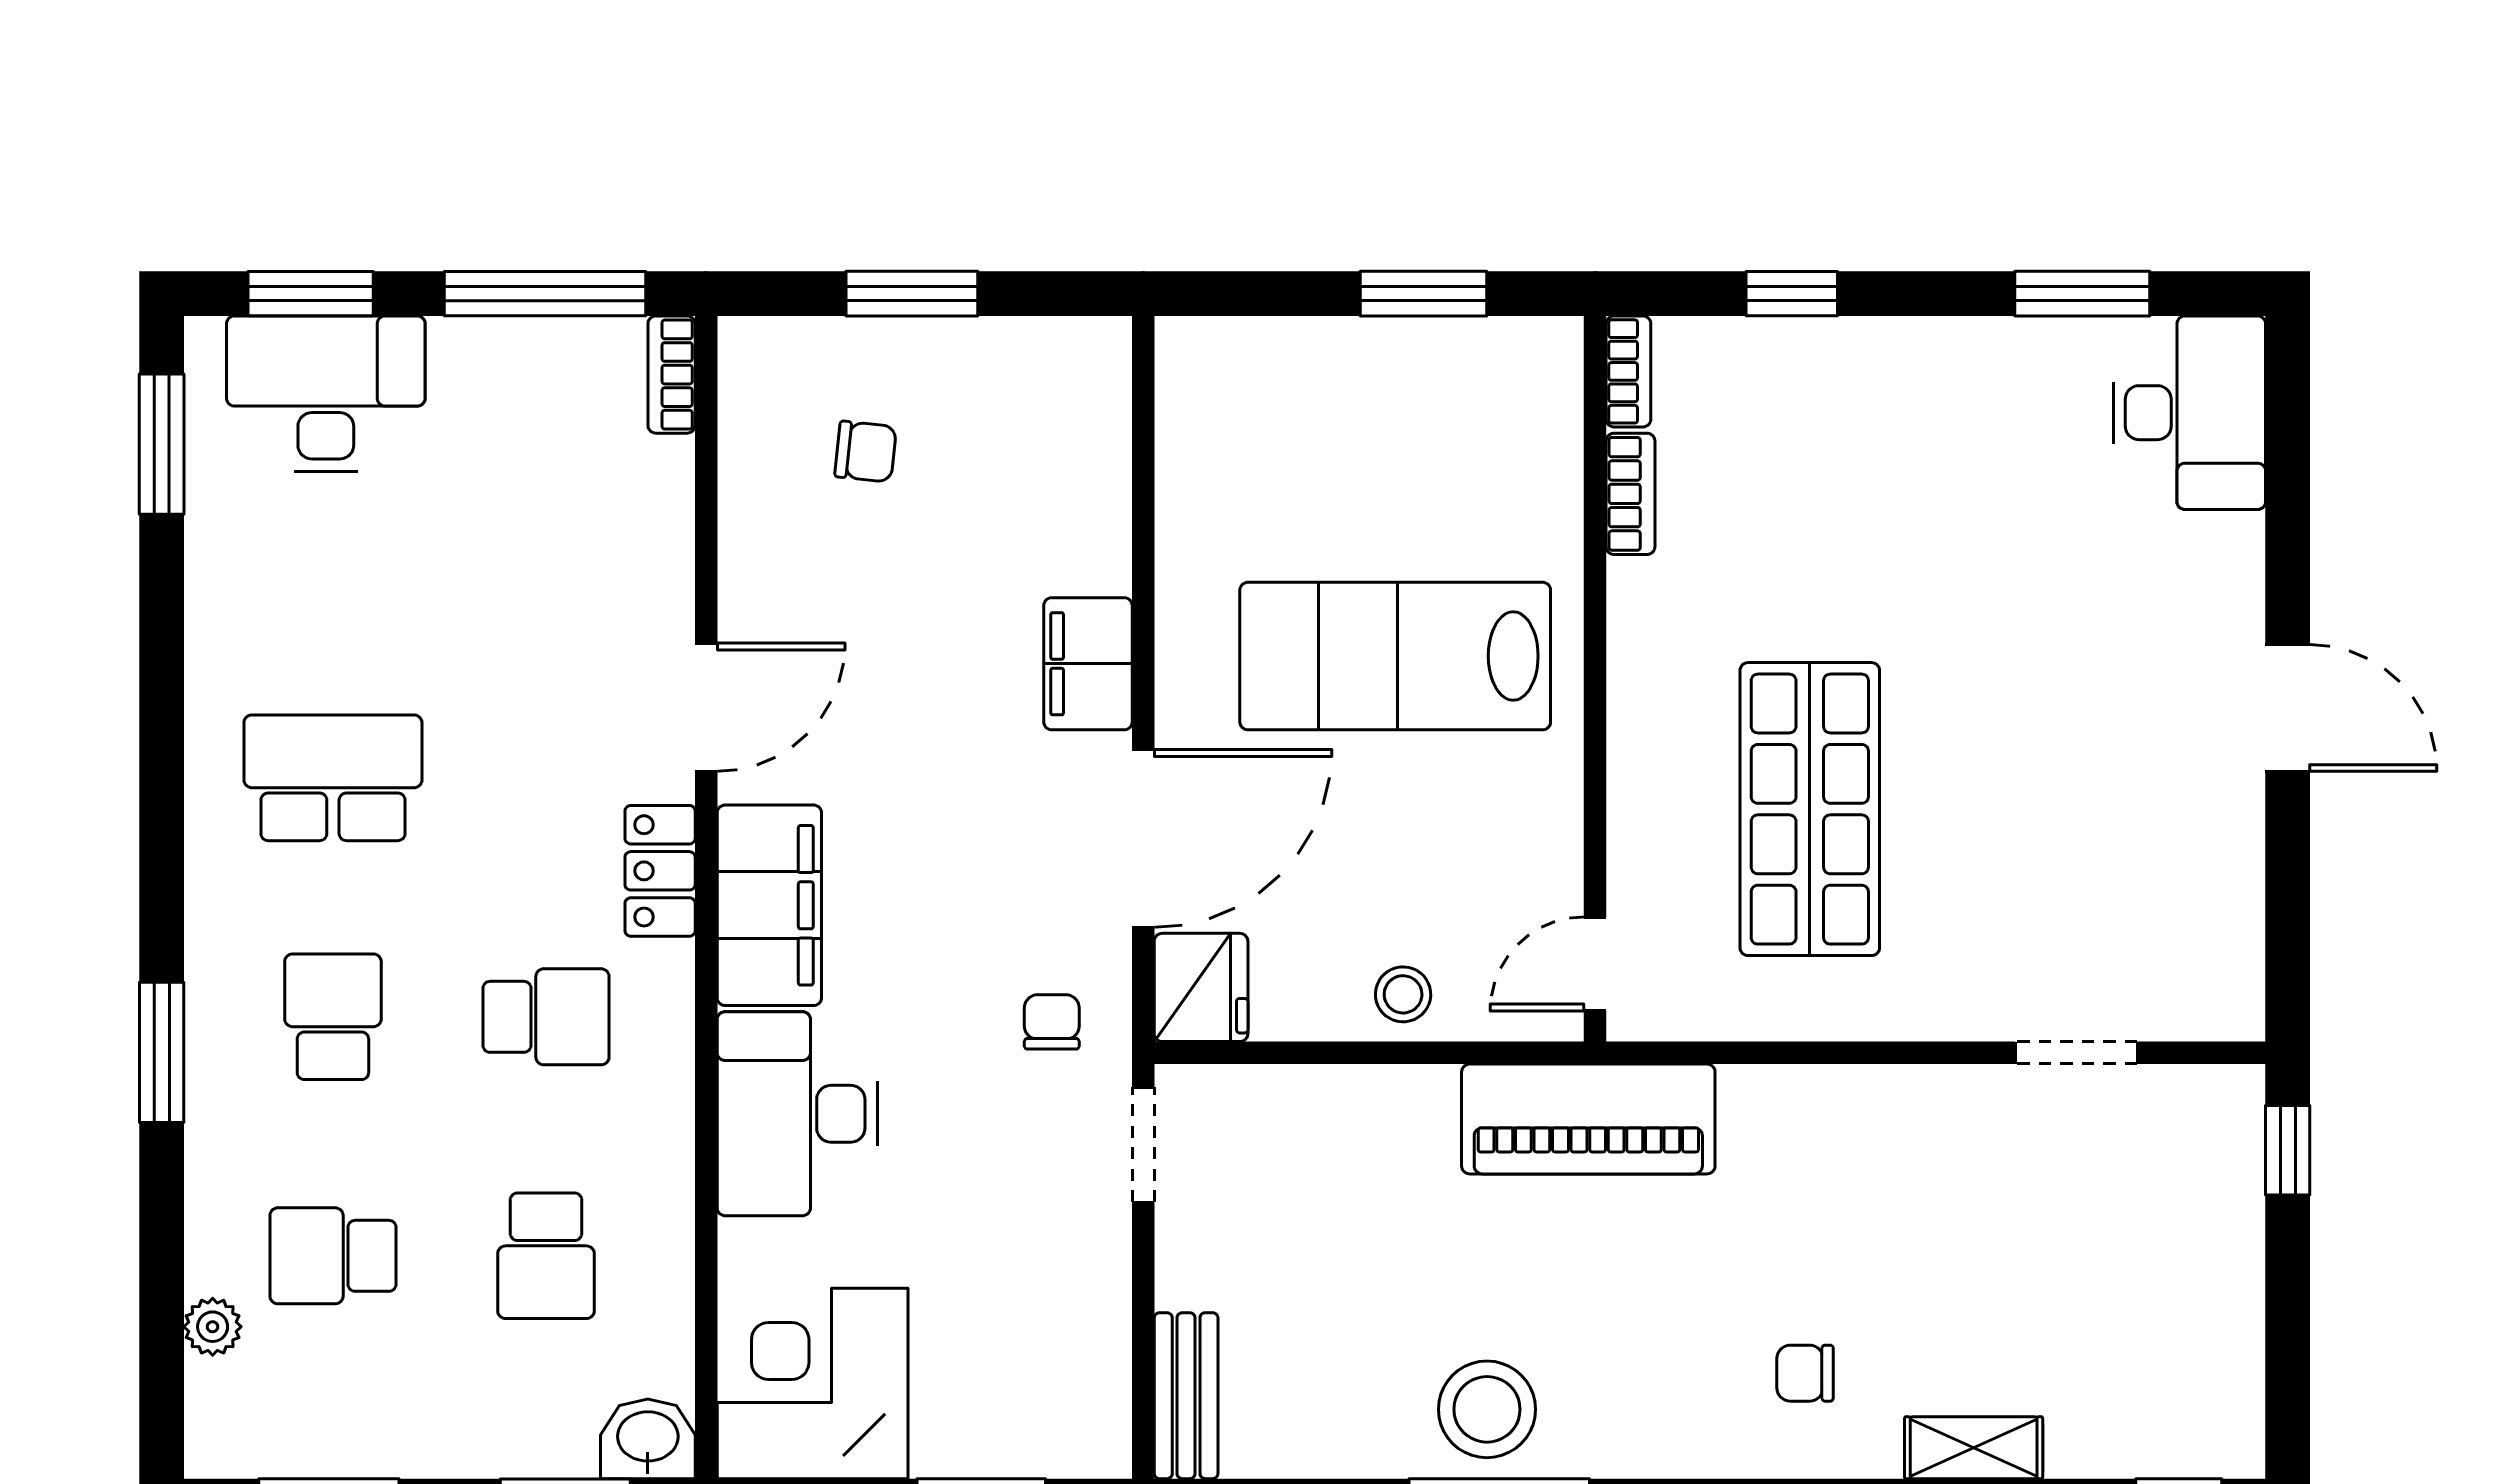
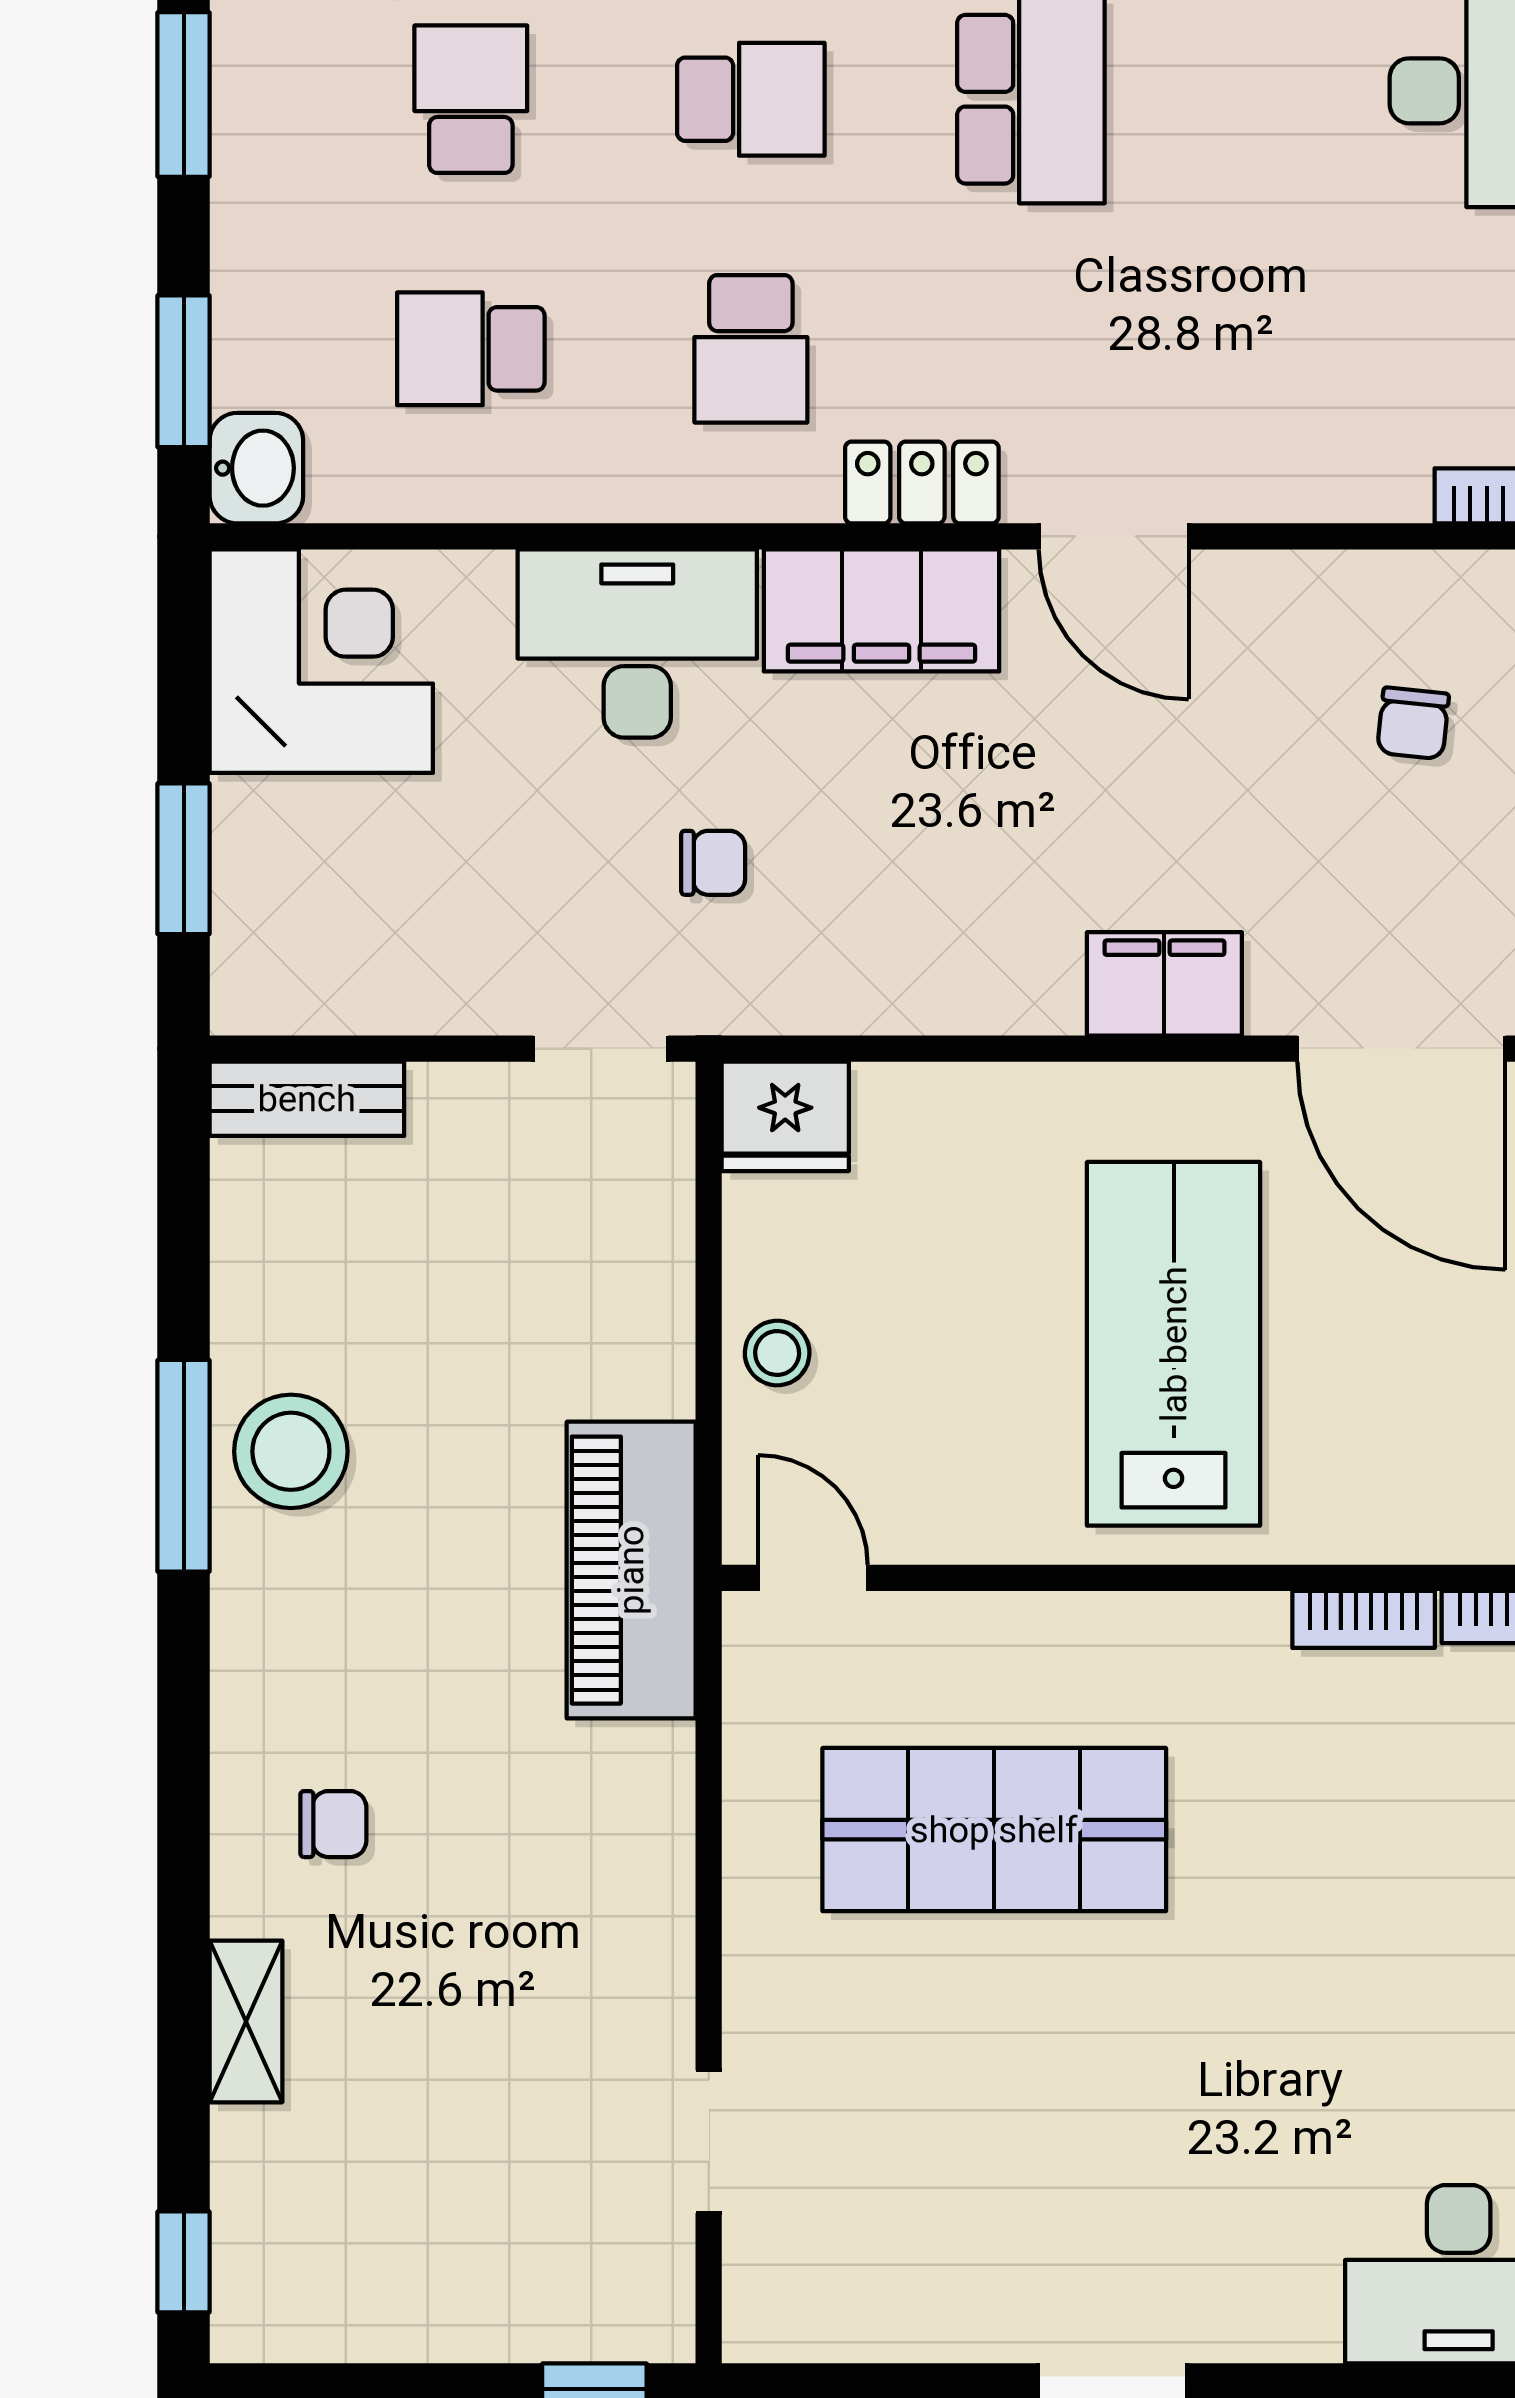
door: (1143, 838) -> (1401, 1049), moved
chair: (1052, 1022) -> (713, 863), moved
chair: (1805, 1373) -> (333, 1824), turned 90

